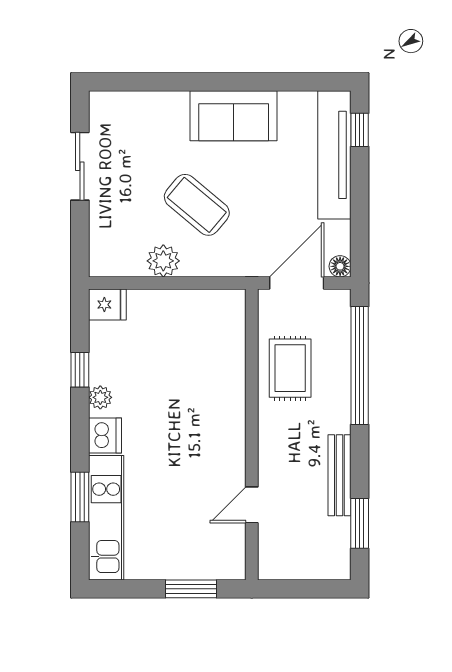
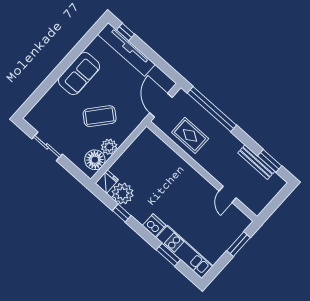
floor lamp: (340, 266) -> (95, 160), moved, width x1.89, depth x1.89
plant: (100, 397) -> (123, 194), moved, width x1.88, depth x1.88
bench: (339, 475) -> (256, 162), moved

